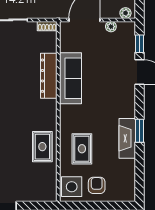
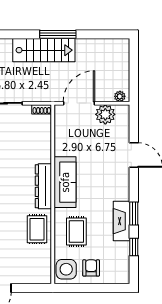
plant: (111, 27) -> (105, 114), width x1.88, depth x1.88
window: (140, 44) -> (134, 247), moved
dresser: (49, 76) -> (43, 186), moved
sofa: (70, 78) -> (65, 182), moved

